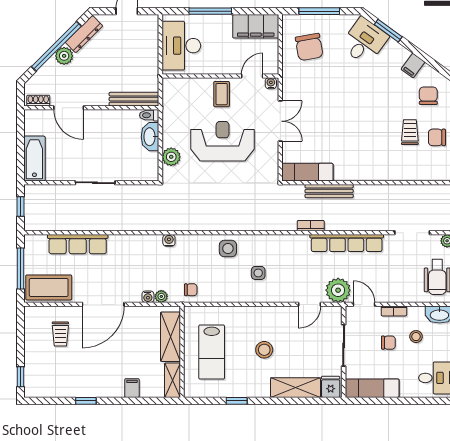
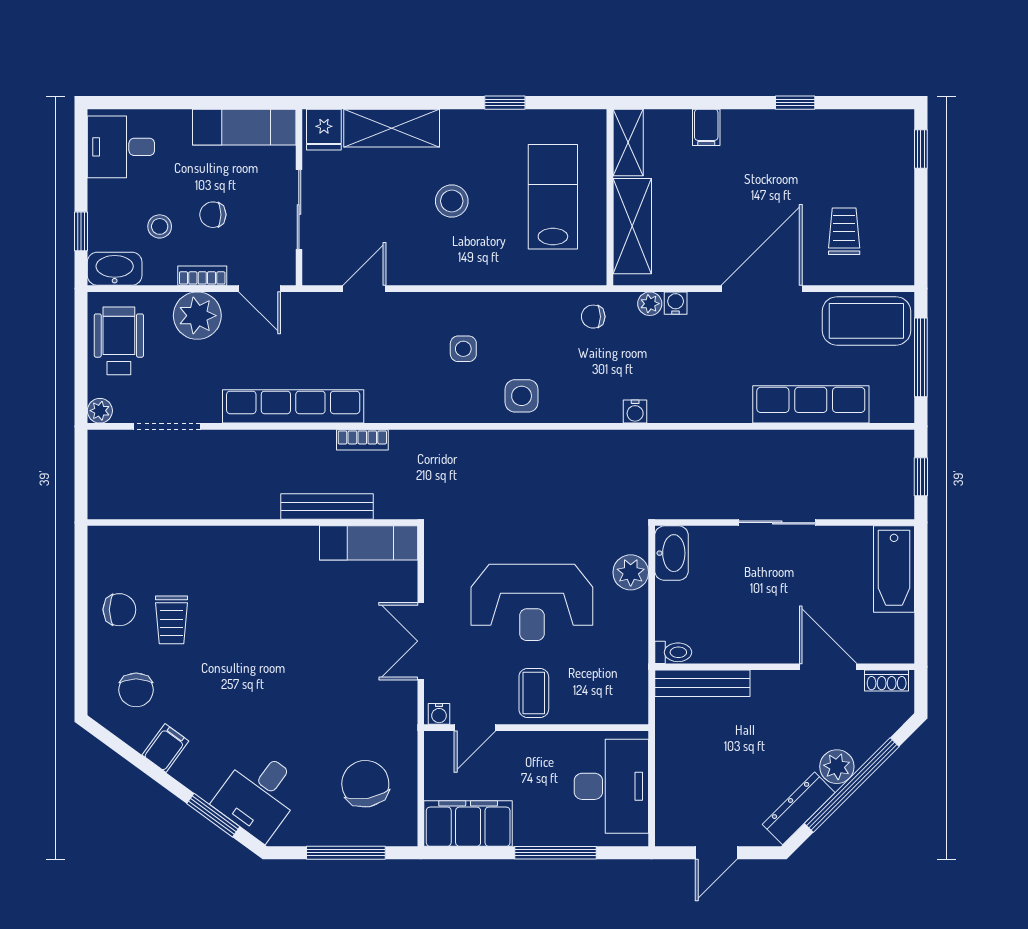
washbasin: (150, 137) -> (672, 553), moved
plant: (338, 290) -> (197, 316), moved

